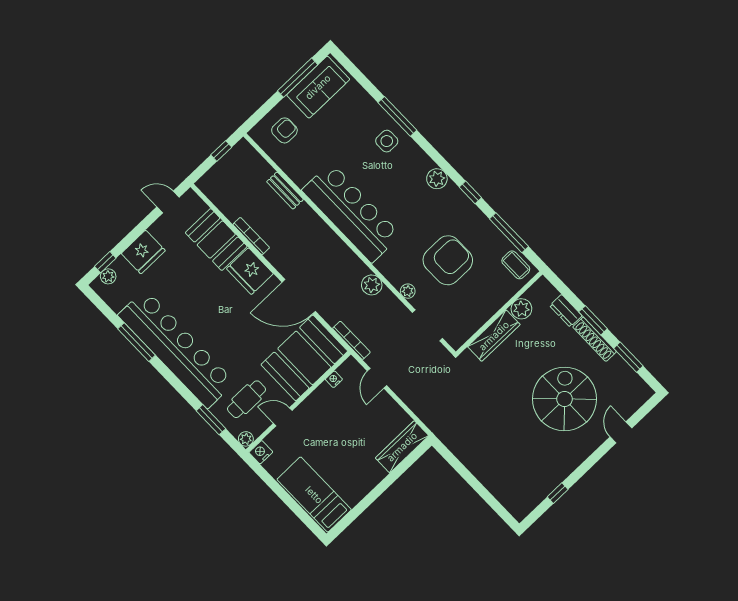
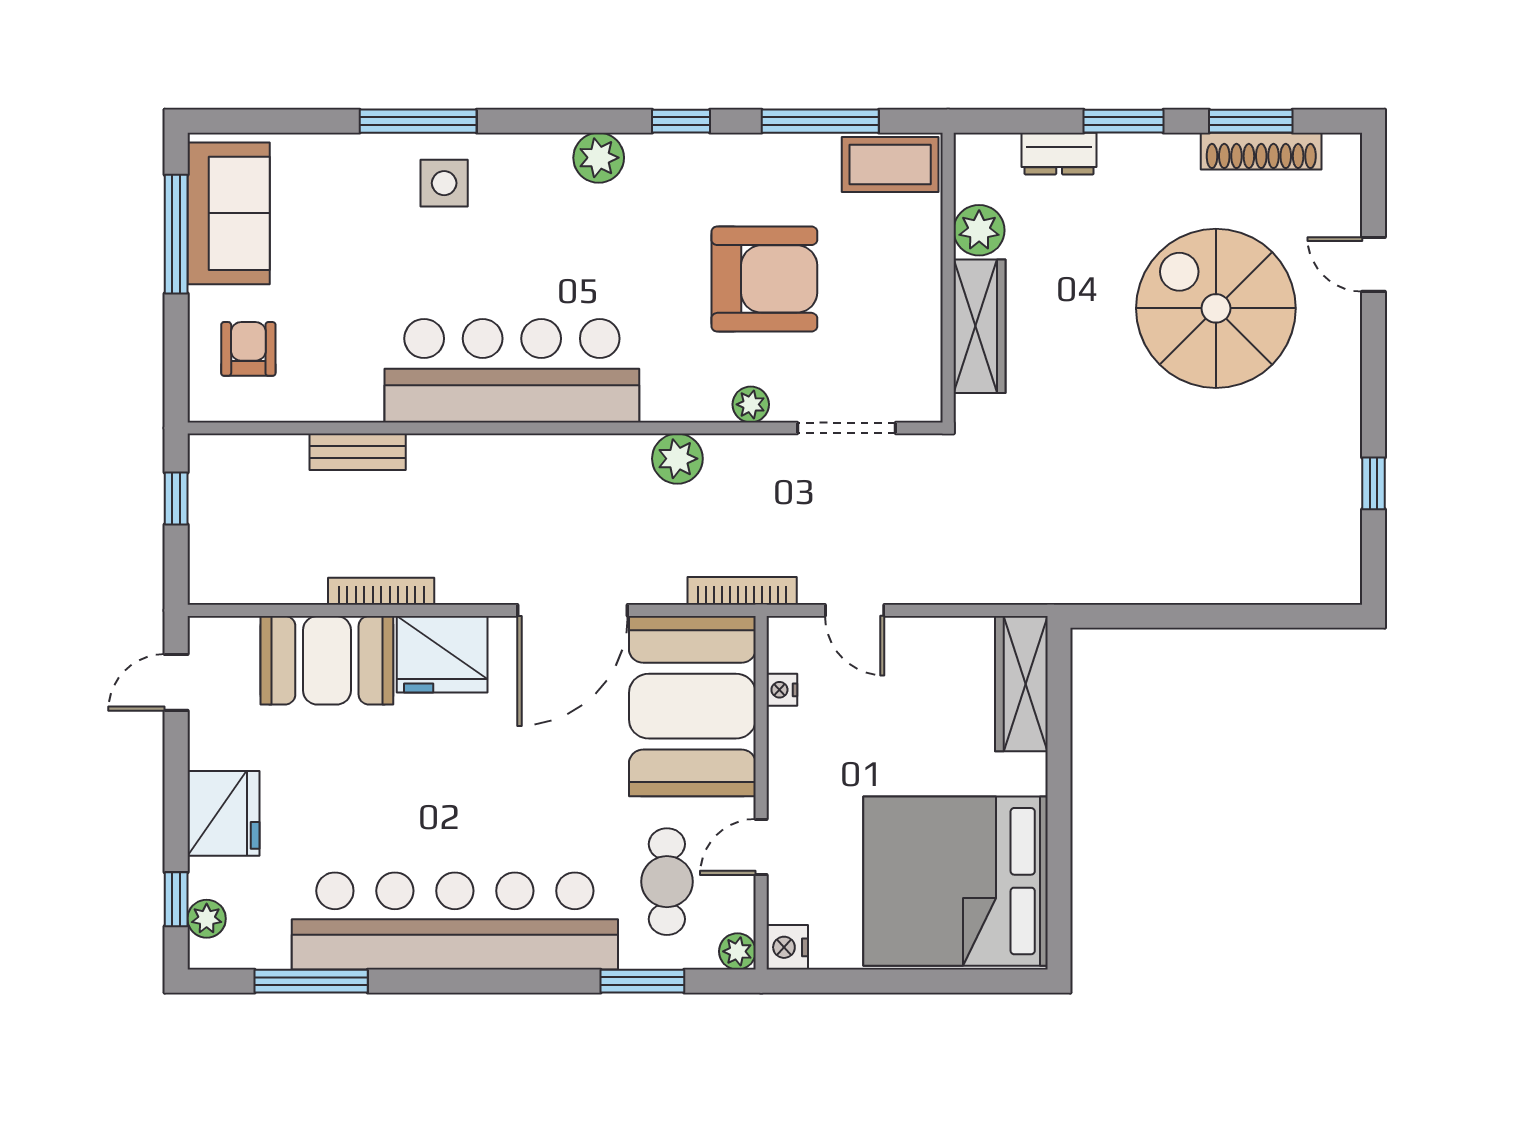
armchair: (448, 260) -> (764, 279), turned 90
coffee table: (516, 265) -> (890, 165), width x1.36, depth x1.30
shoe rack: (595, 339) -> (1261, 151), moved
window: (136, 342) -> (311, 981), moved
bed: (314, 495) -> (955, 881), width x2.04

